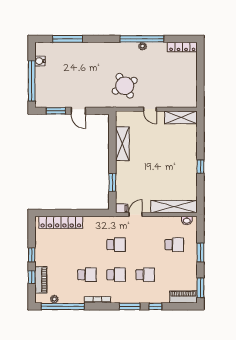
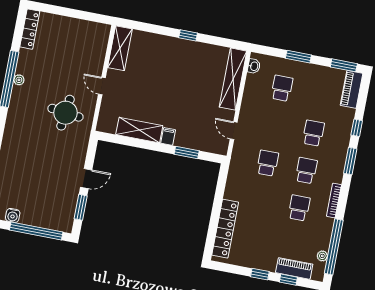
round table: (125, 86) -> (65, 113), turned 37
door: (150, 109) -> (102, 86), swing flipped
filing cabinet: (122, 208) -> (168, 136), moved

